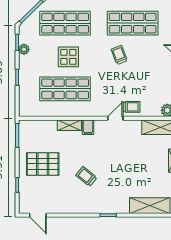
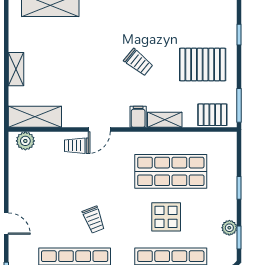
pallet: (36, 129) -> (212, 115), added
trolley: (86, 176) -> (138, 62), moved

